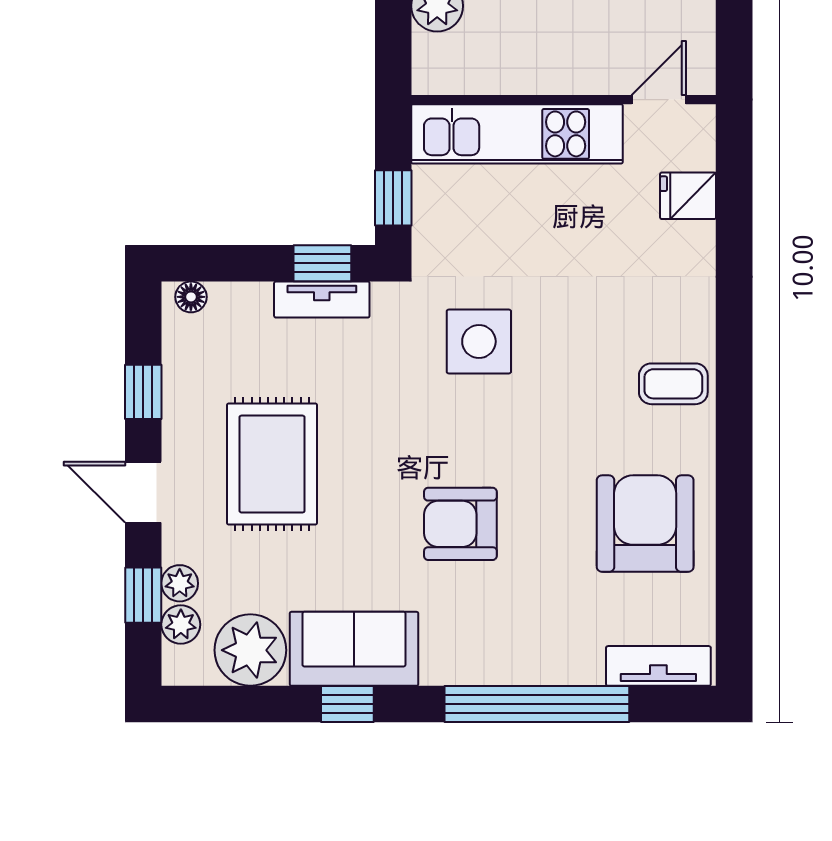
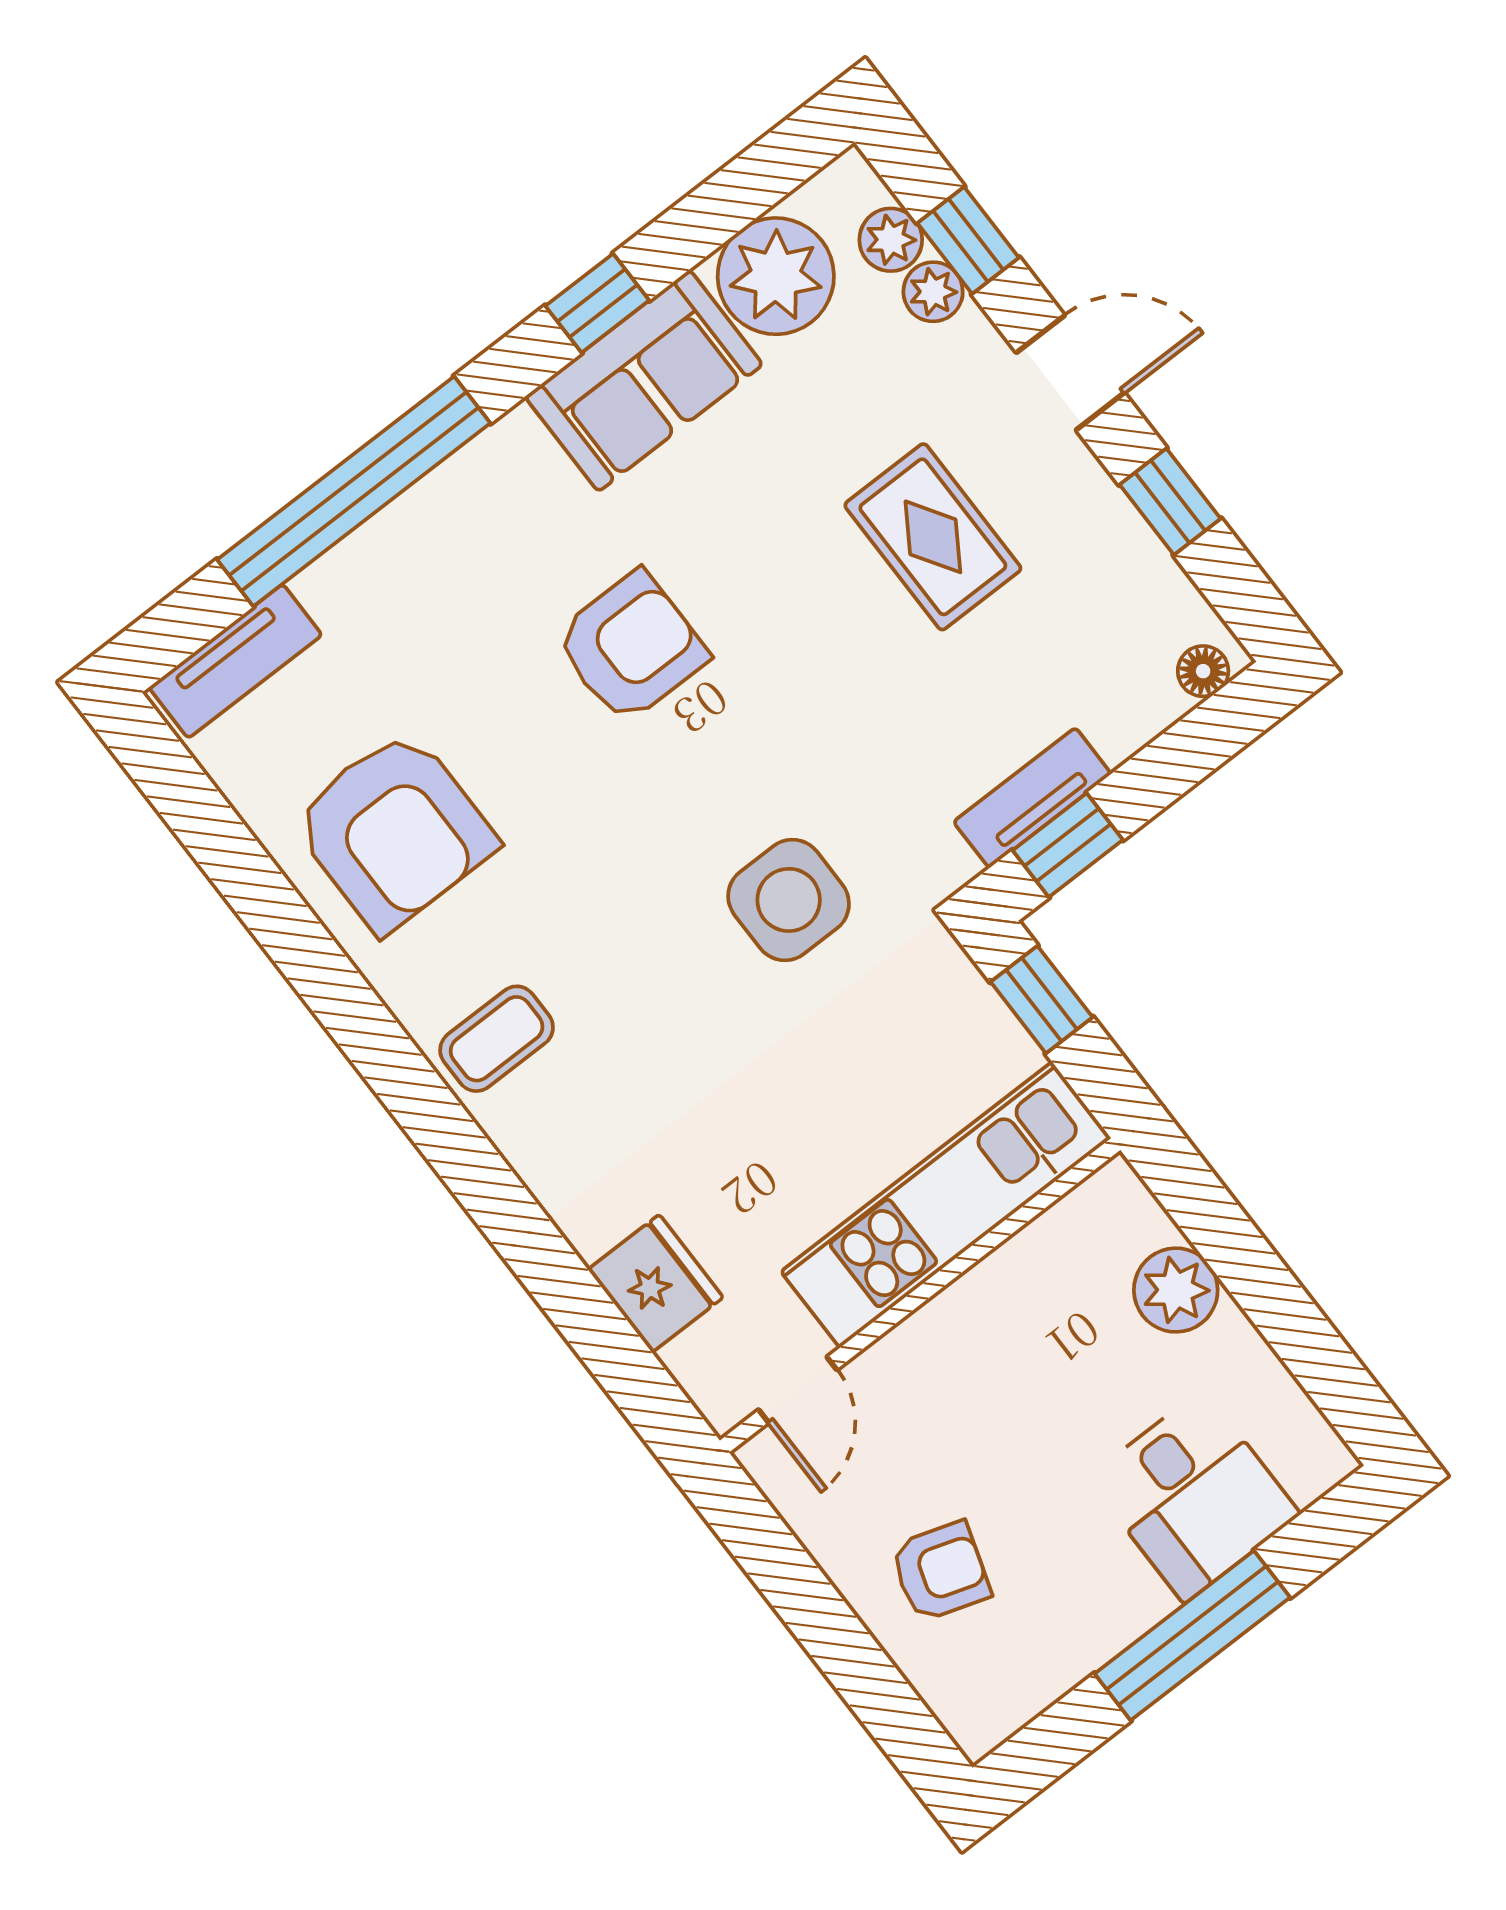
fridge: (688, 196) -> (656, 1284), width x1.38
rug: (272, 464) -> (933, 537), width x0.73, depth x0.70

